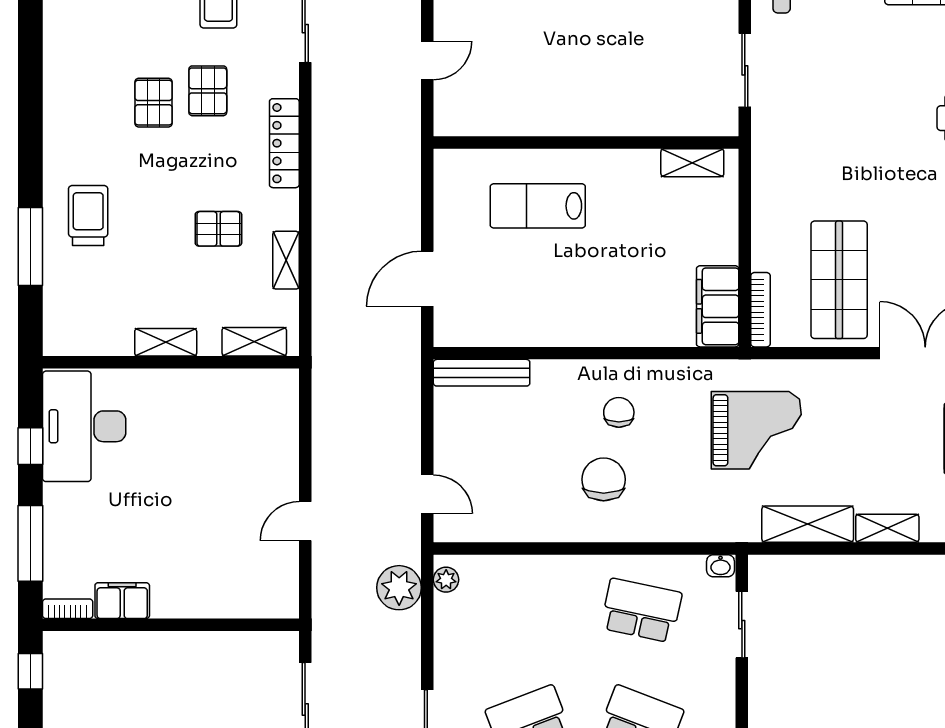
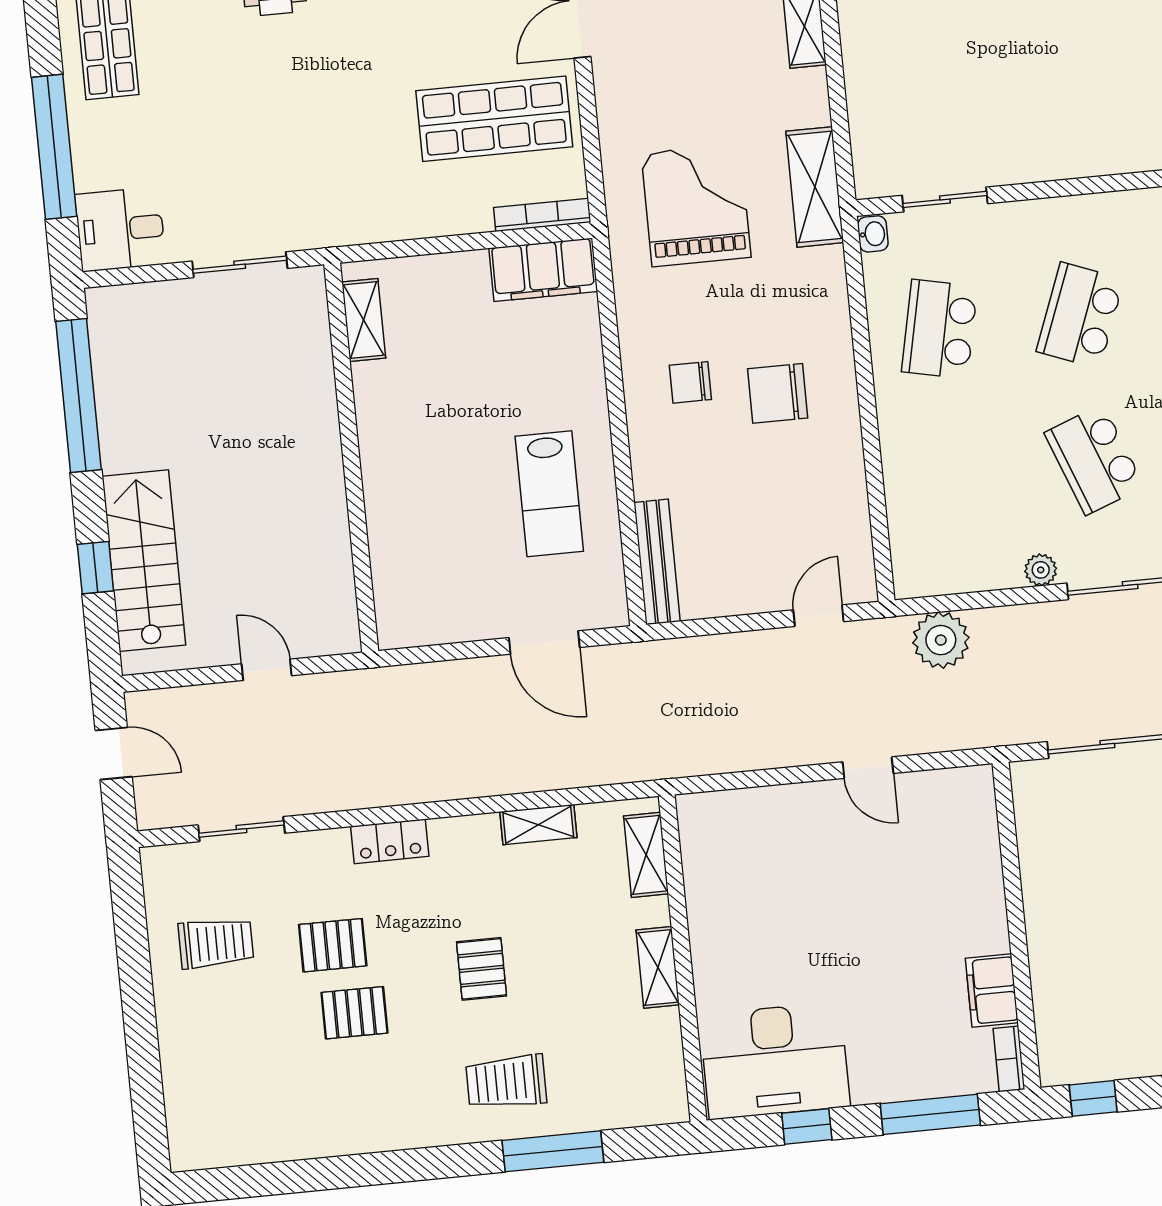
locker: (284, 143) -> (390, 841), width x0.66
lab bench: (538, 206) -> (549, 494), moved
pallet: (218, 229) -> (482, 969), moved
shelving: (808, 524) -> (815, 187), moved
plant: (446, 580) -> (1041, 570), moved

